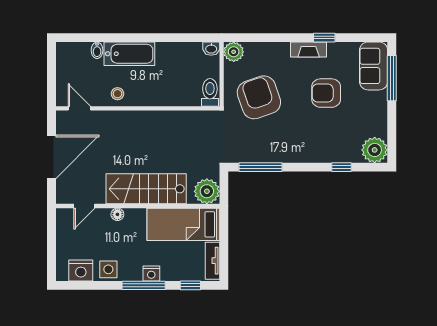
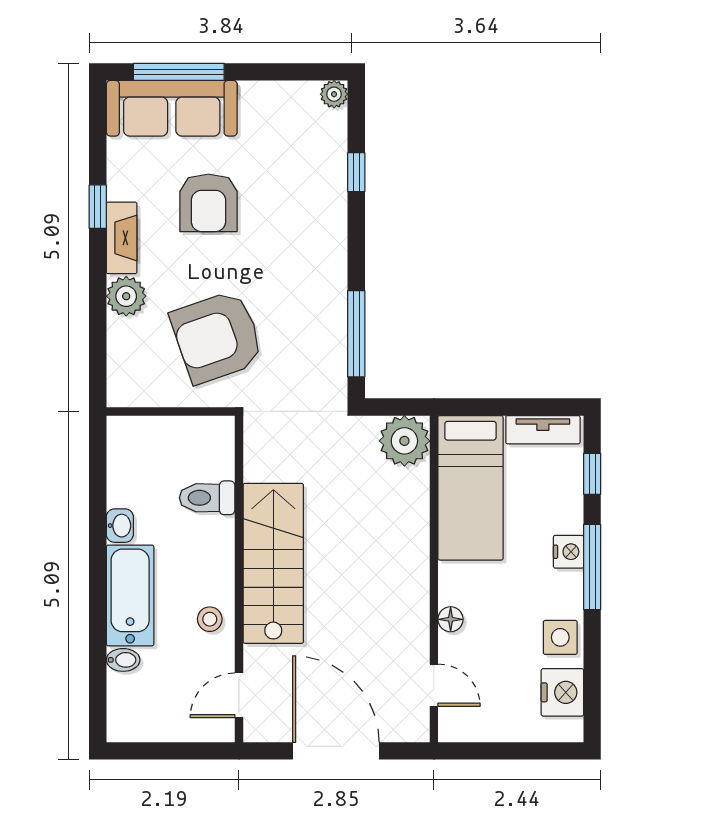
washbasin: (211, 49) -> (120, 526), moved
plant: (234, 52) -> (126, 296), moved
sofa: (374, 66) -> (172, 108), width x1.36
toilet: (210, 92) -> (207, 498), moved
plant: (375, 150) -> (334, 94), width x0.53, depth x0.53
stairs: (146, 189) -> (273, 563), moved, turned 180

